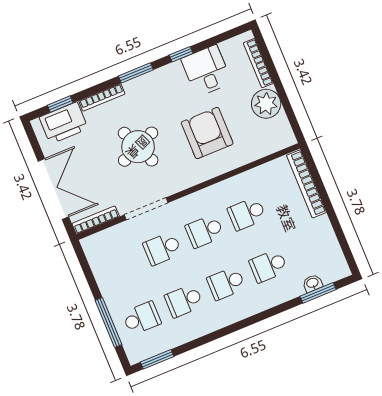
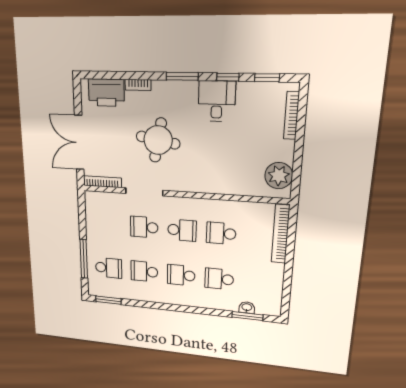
desk: (206, 71) -> (217, 101), moved
bookcase: (102, 97) -> (138, 85), width x0.64
window: (60, 104) -> (267, 78), moved
plant: (266, 104) -> (279, 176), moved
armchair: (207, 133) -> (219, 155), removed
round table: (138, 147) -> (158, 140), turned 33
double door: (53, 189) -> (79, 143), swing flipped
school desk: (205, 231) -> (182, 230), turned 180

